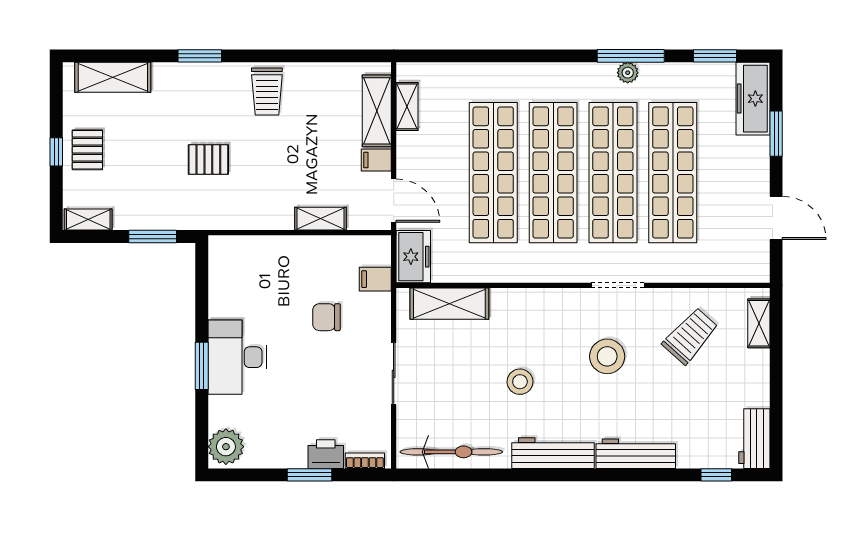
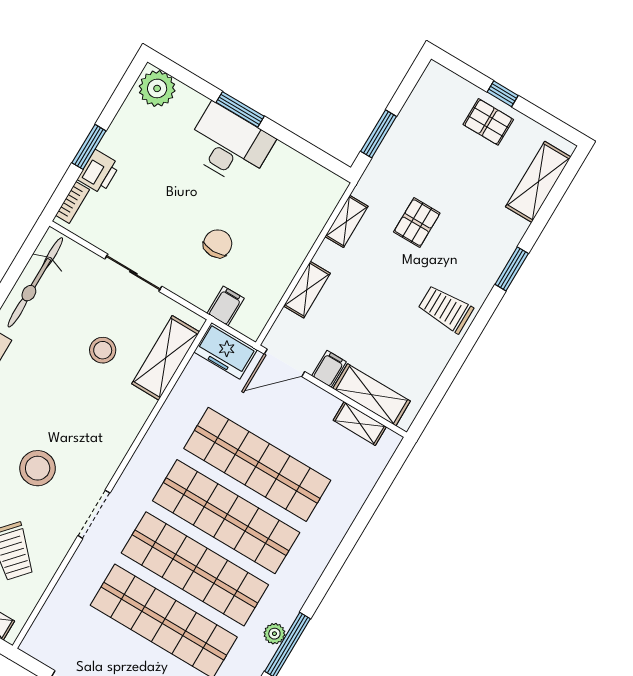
shelving: (88, 220) -> (346, 221), moved
stool: (520, 382) -> (103, 350), moved

